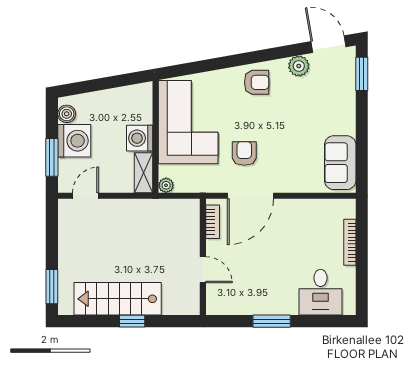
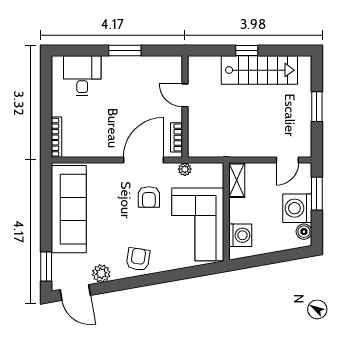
armchair: (257, 82) -> (138, 259), turned 99
washing machine: (140, 138) -> (240, 235), moved
sofa: (340, 163) -> (69, 209), width x1.85, depth x1.27
plant: (166, 185) -> (185, 169), moved
bookcase: (350, 242) -> (57, 137), moved
window: (52, 287) -> (317, 107), moved

